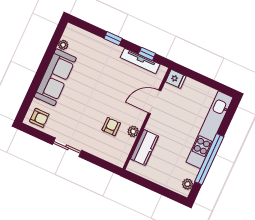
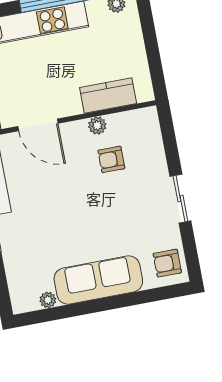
armchair: (39, 118) -> (167, 263), turned -90

